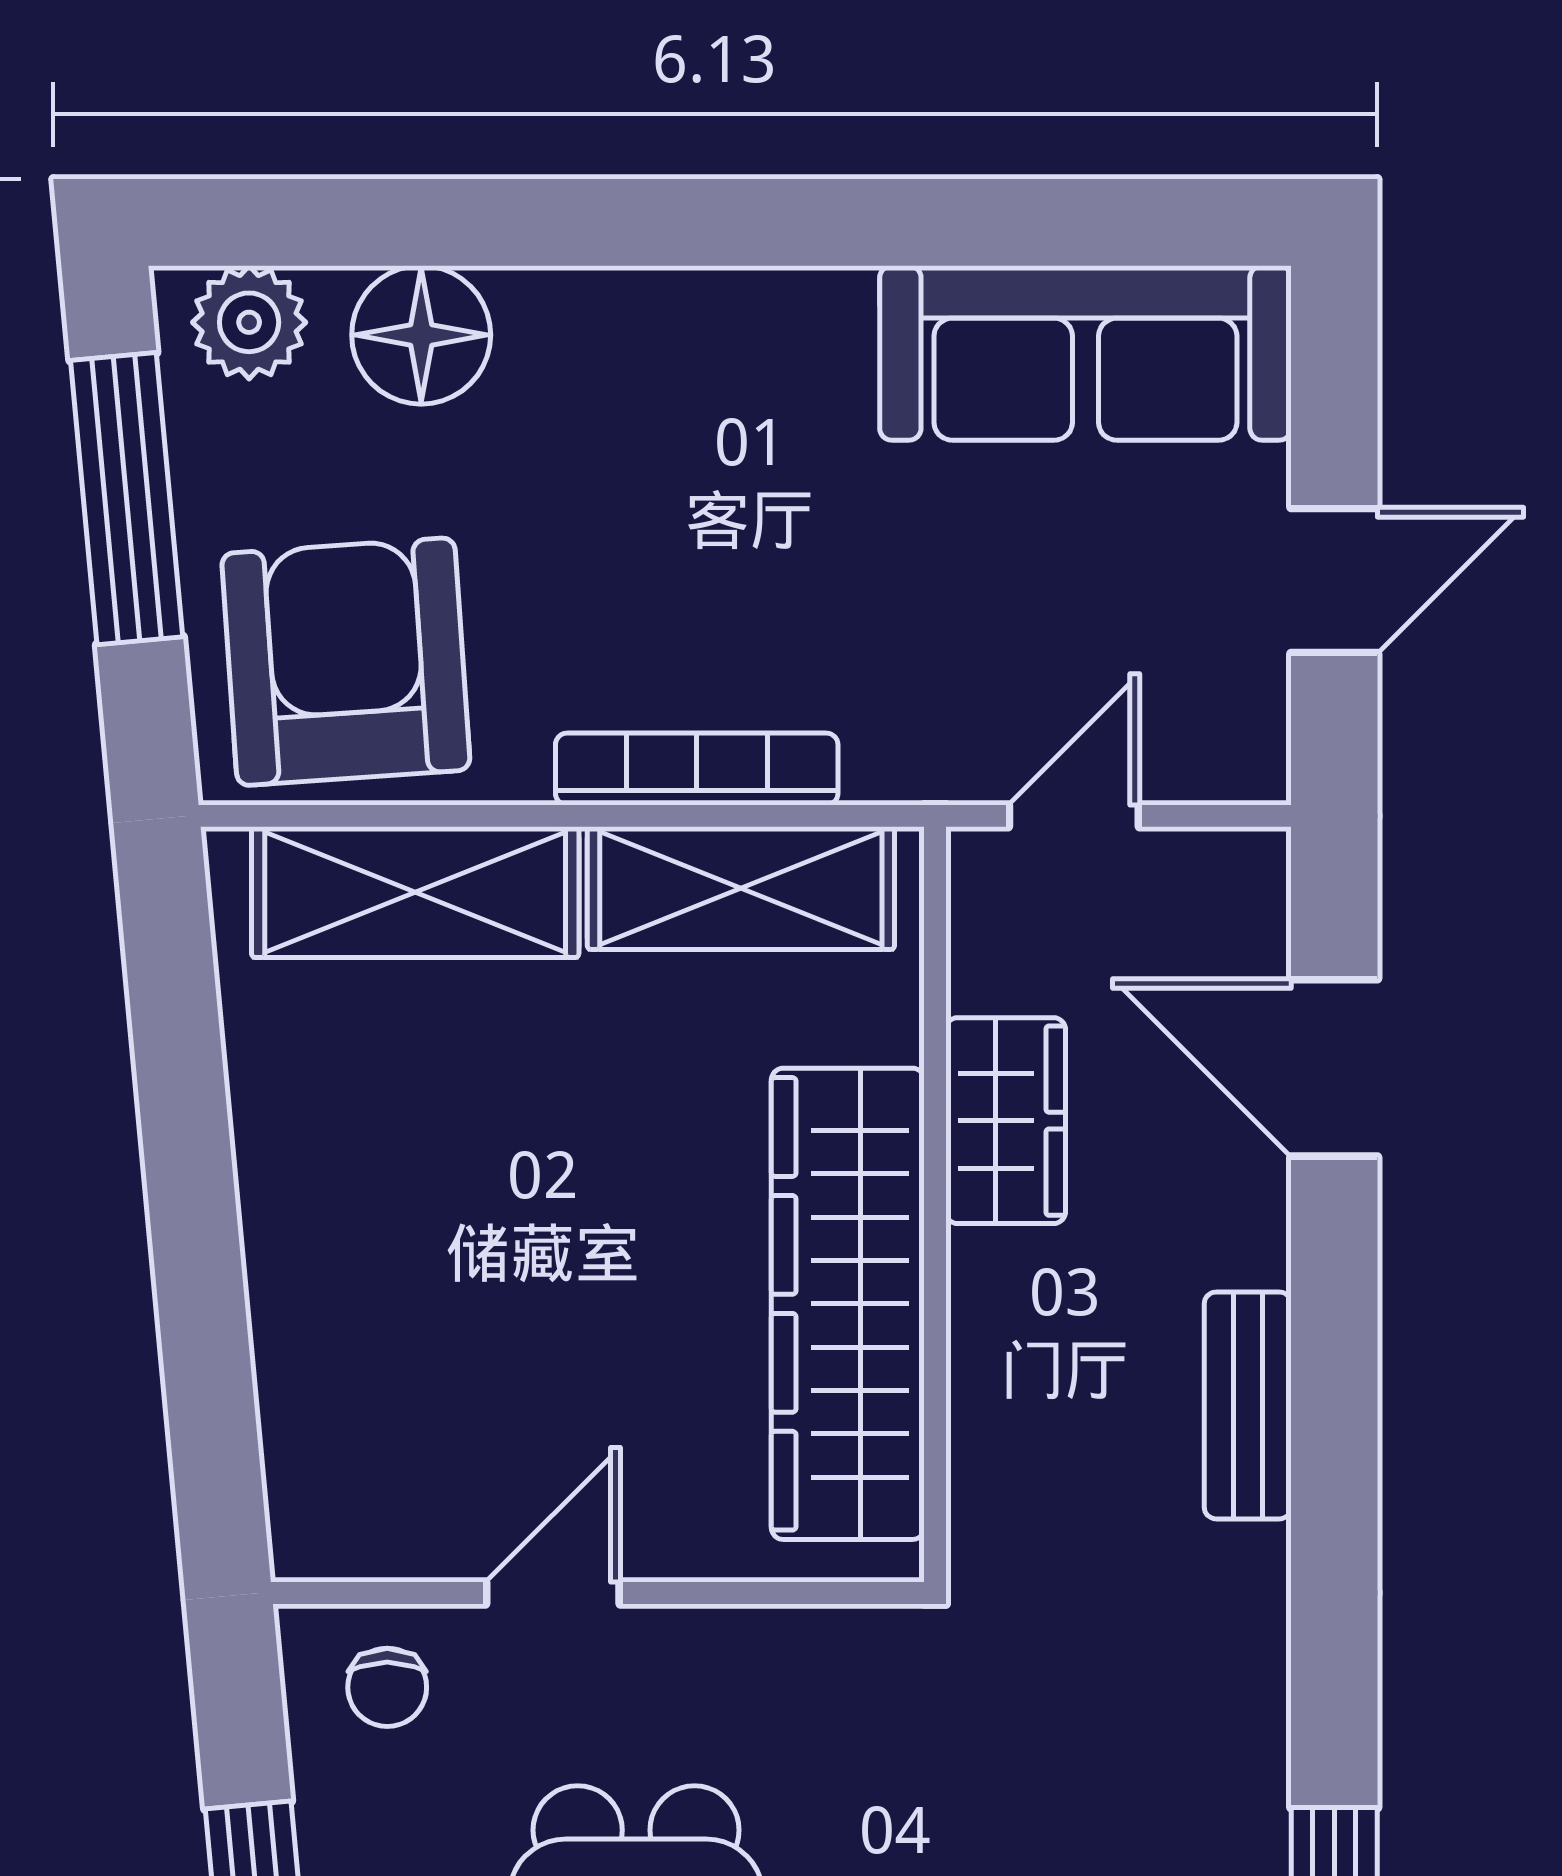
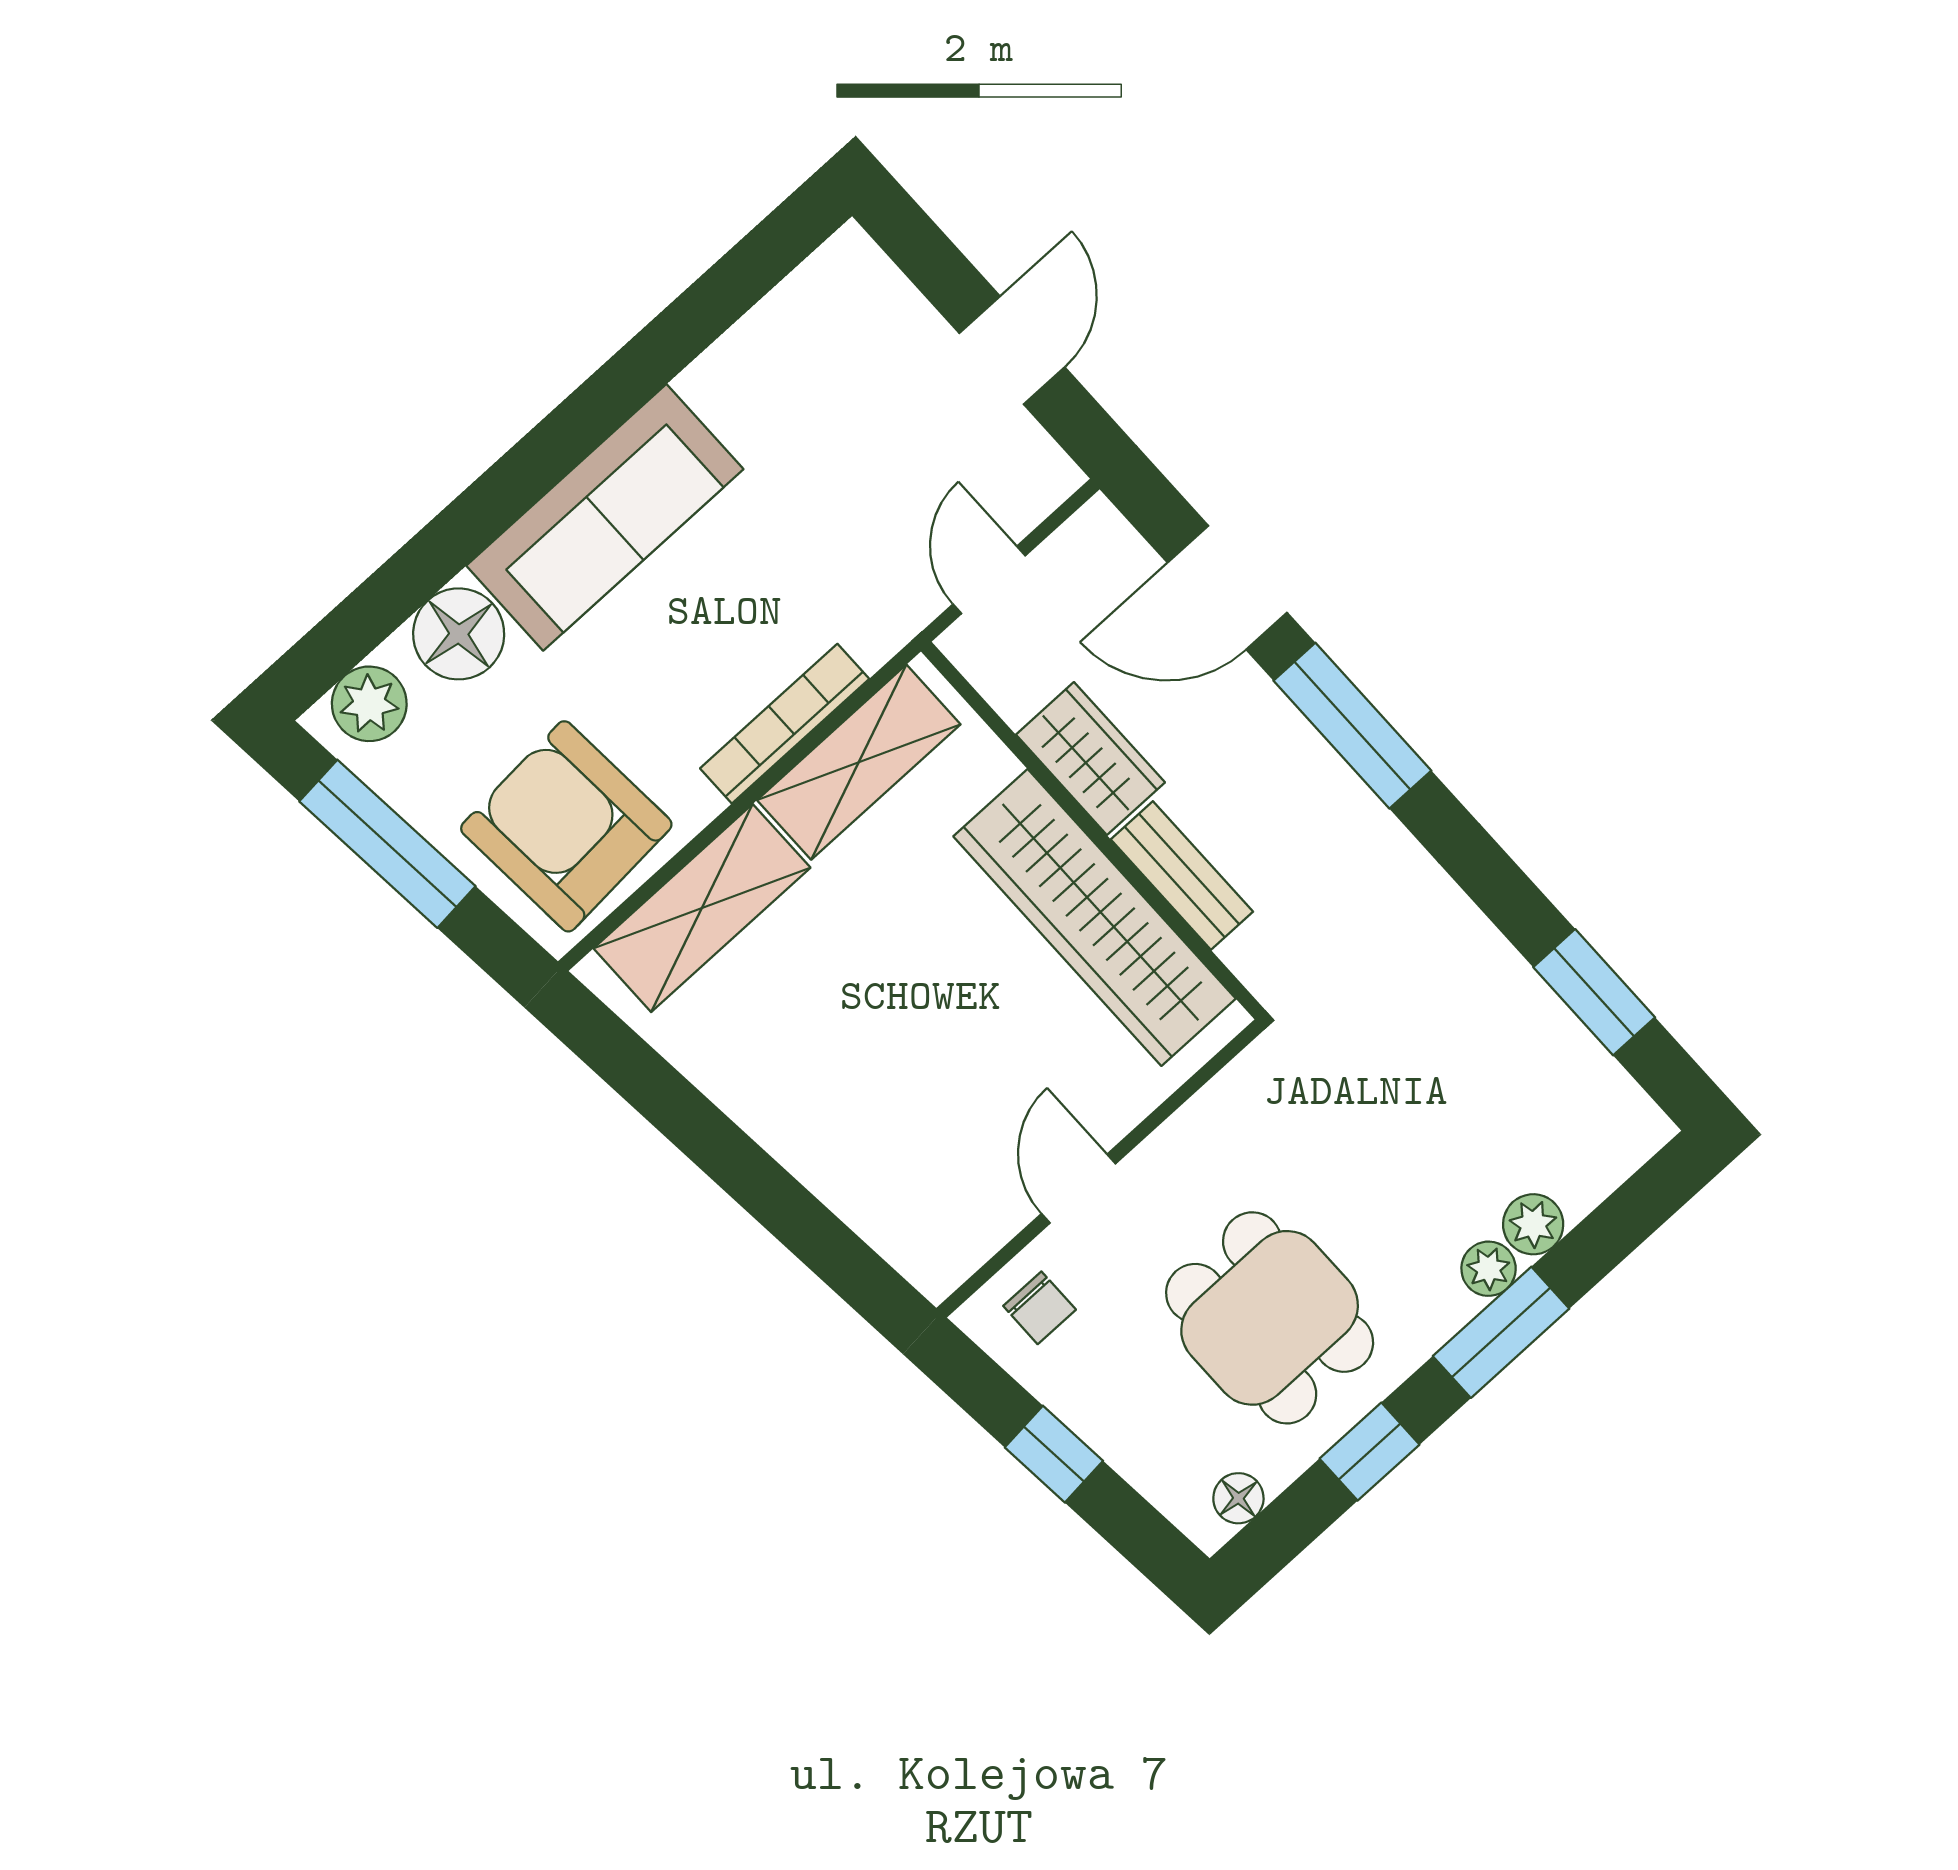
sofa: (1085, 353) -> (605, 517), moved
window: (1334, 1351) -> (1352, 726), added
bench: (1248, 1405) -> (1182, 876), moved

